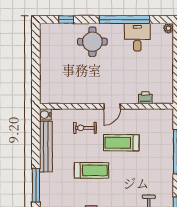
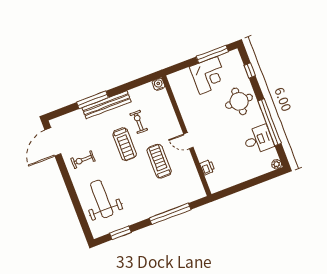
window: (36, 50) -> (212, 54), added
corner desk: (55, 62) -> (209, 75), added
exercise bike: (85, 128) -> (139, 122), moved
bench: (46, 147) -> (107, 105), moved

